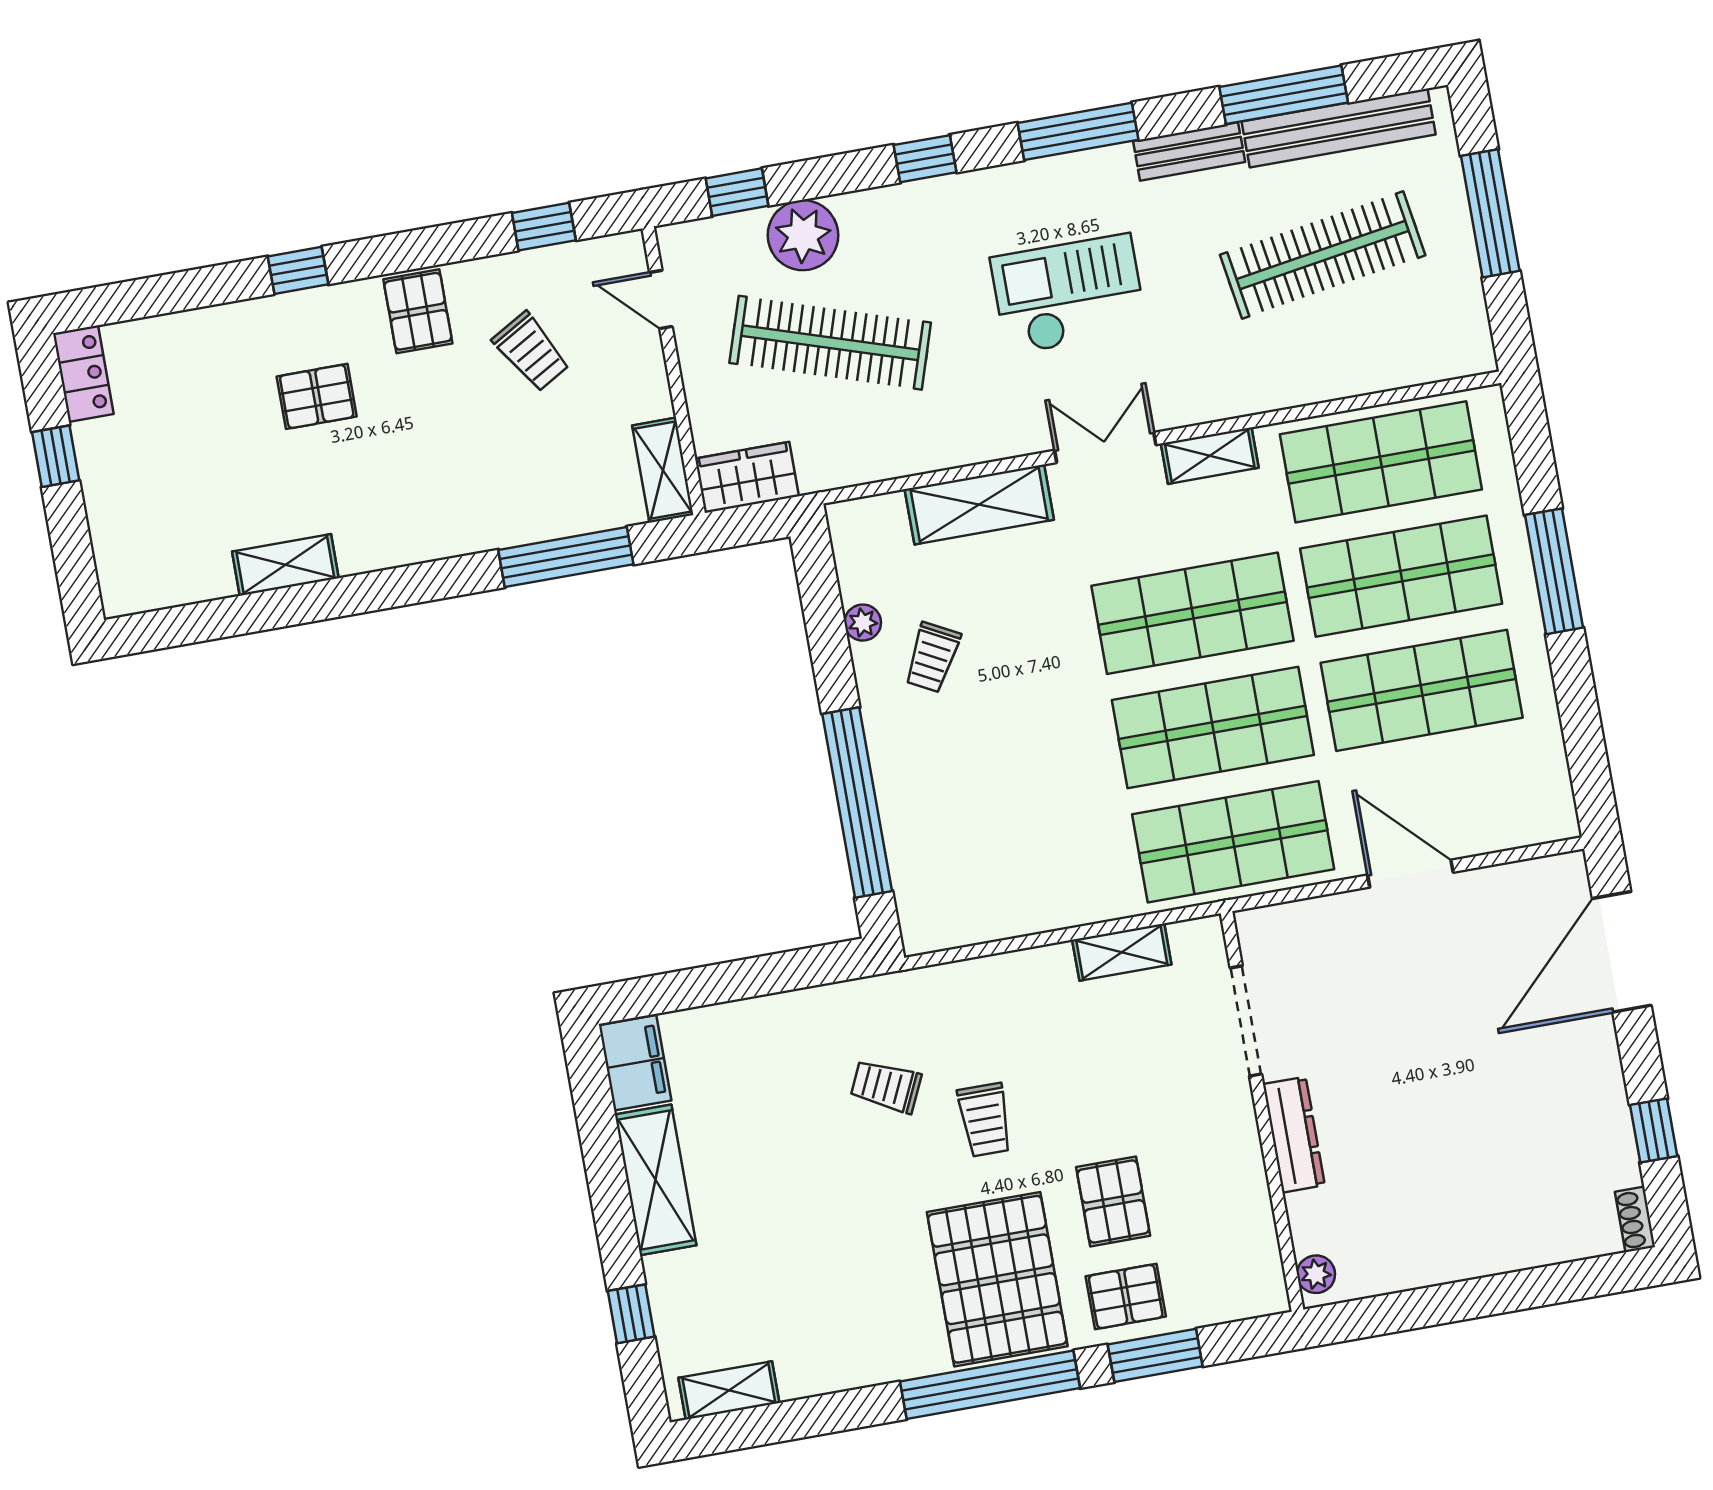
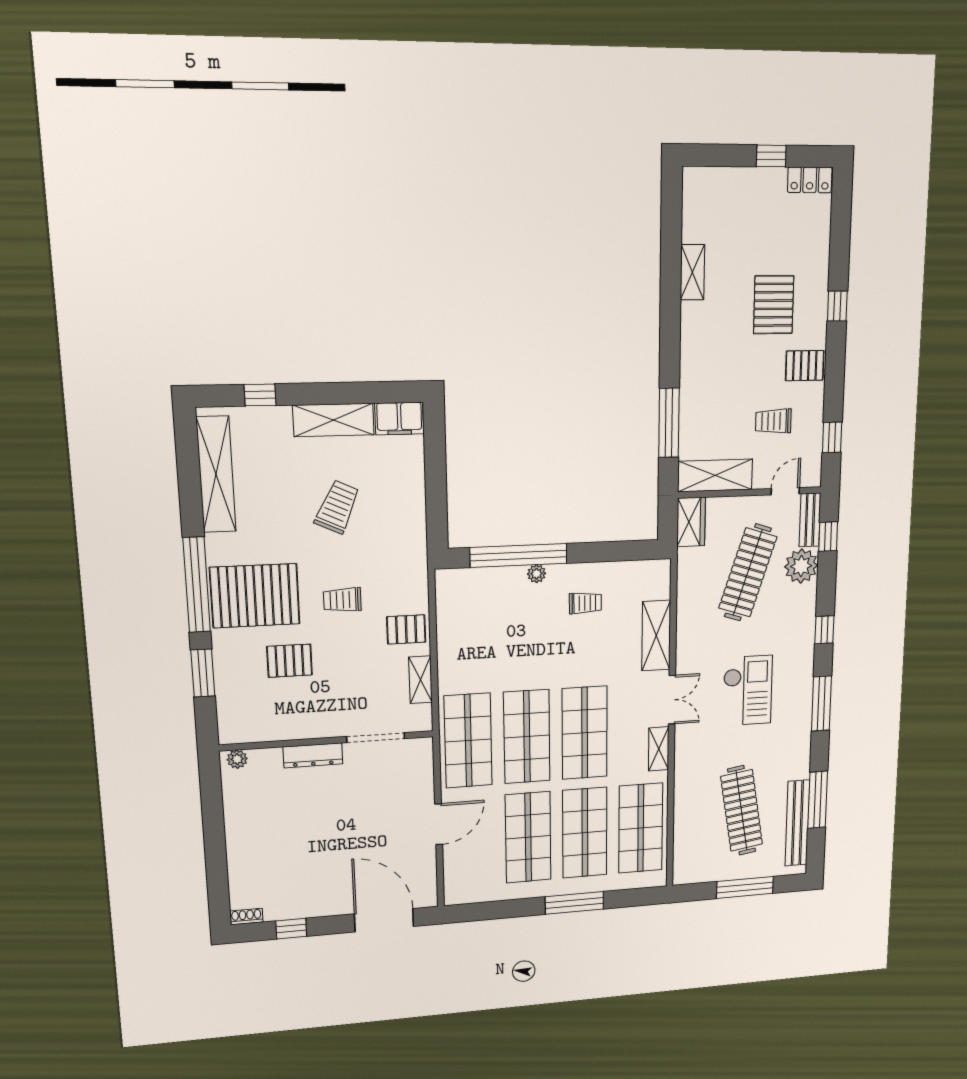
bench: (1189, 151) -> (810, 520), moved
trolley: (531, 352) -> (773, 421), turned 30
pallet: (317, 396) -> (774, 305), width x1.50, depth x1.42
shelving: (663, 470) -> (715, 475), width x1.50, depth x1.33
plant: (863, 623) -> (537, 574), moved
trolley: (932, 657) -> (585, 603), turned 152
trolley: (886, 1086) -> (337, 507), moved, width x1.36, depth x1.39
pallet: (1126, 1296) -> (406, 629), moved, turned 90
shelving: (729, 1390) -> (216, 474), width x2.20, depth x1.33

